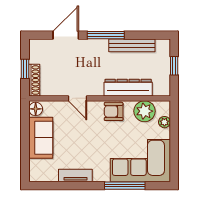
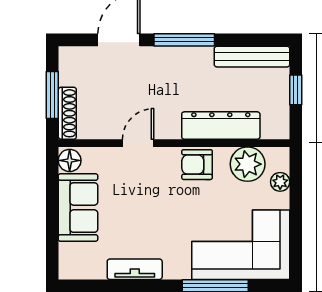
bench: (132, 45) -> (252, 57), moved
window: (25, 69) -> (52, 95), width x1.50
door: (77, 98) -> (138, 143), swing flipped

